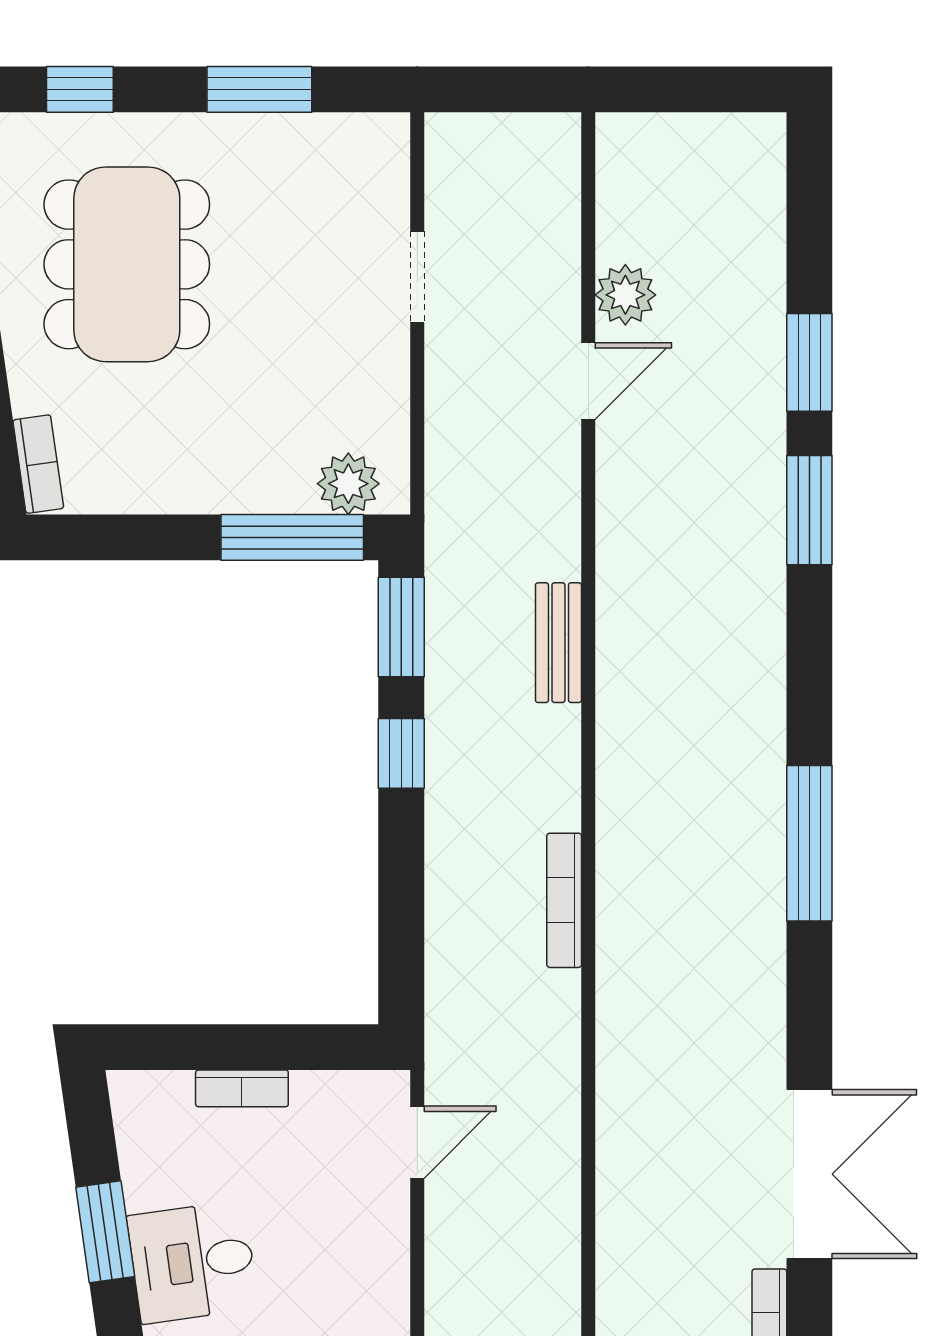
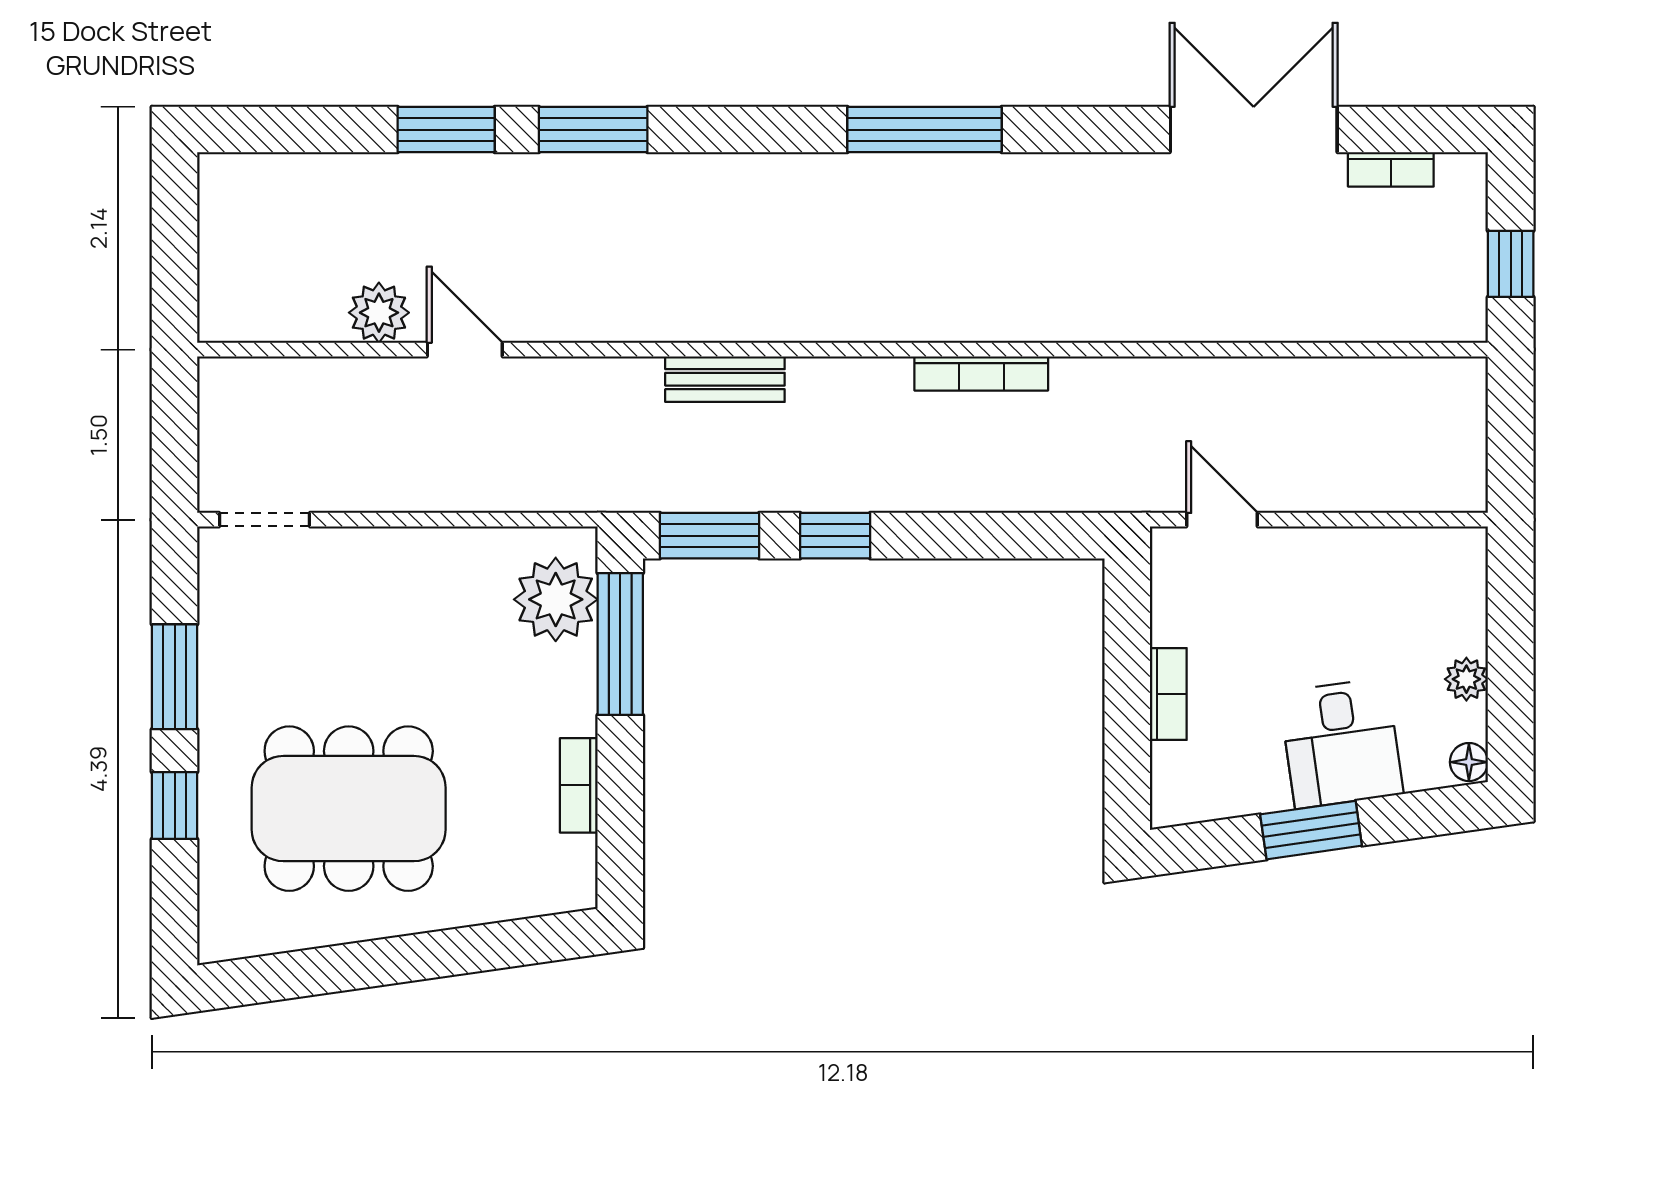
window: (80, 89) -> (175, 806), moved
doorway: (417, 277) -> (265, 520), moved
bookcase: (38, 464) -> (579, 785), moved, turned -82
plant: (348, 484) -> (556, 599), width x1.36, depth x1.36

